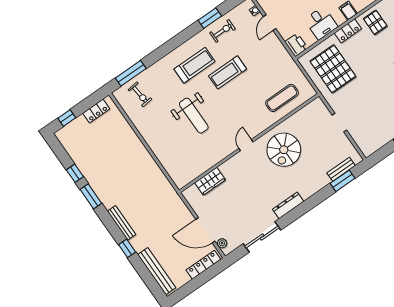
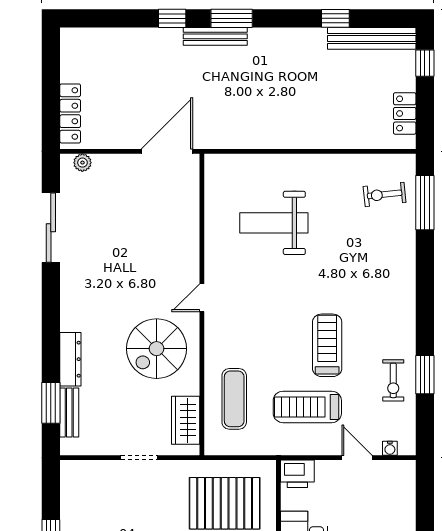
treadmill: (195, 65) -> (307, 407), moved, turned 90
weight bench: (194, 116) -> (274, 223), moved
door: (246, 145) -> (202, 298), swing flipped
spiral stairs: (284, 150) -> (157, 349), turned -90
wardrobe: (210, 181) -> (186, 420), moved
window: (91, 196) -> (232, 18), moved
dresser: (288, 205) -> (70, 359), moved
door: (205, 230) -> (167, 151), moved
bench: (157, 271) -> (372, 38), moved

